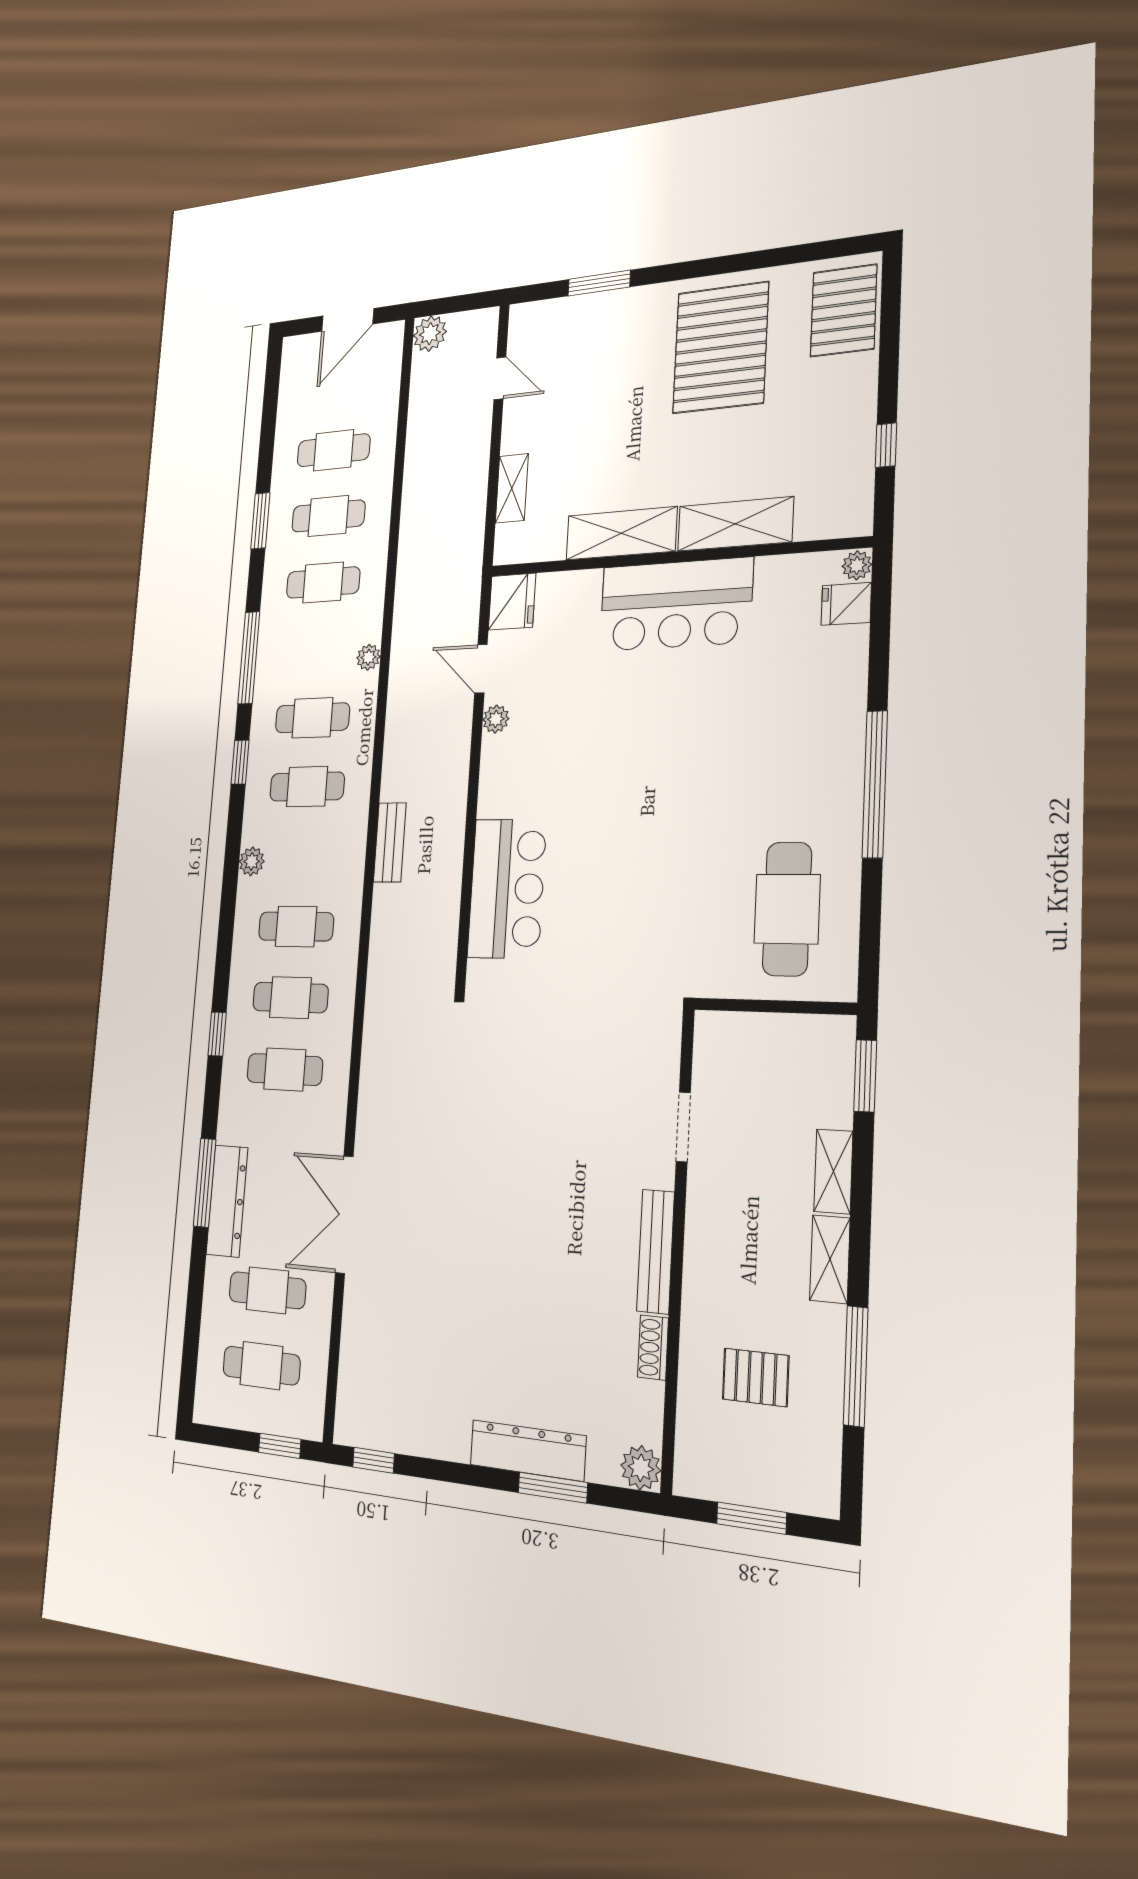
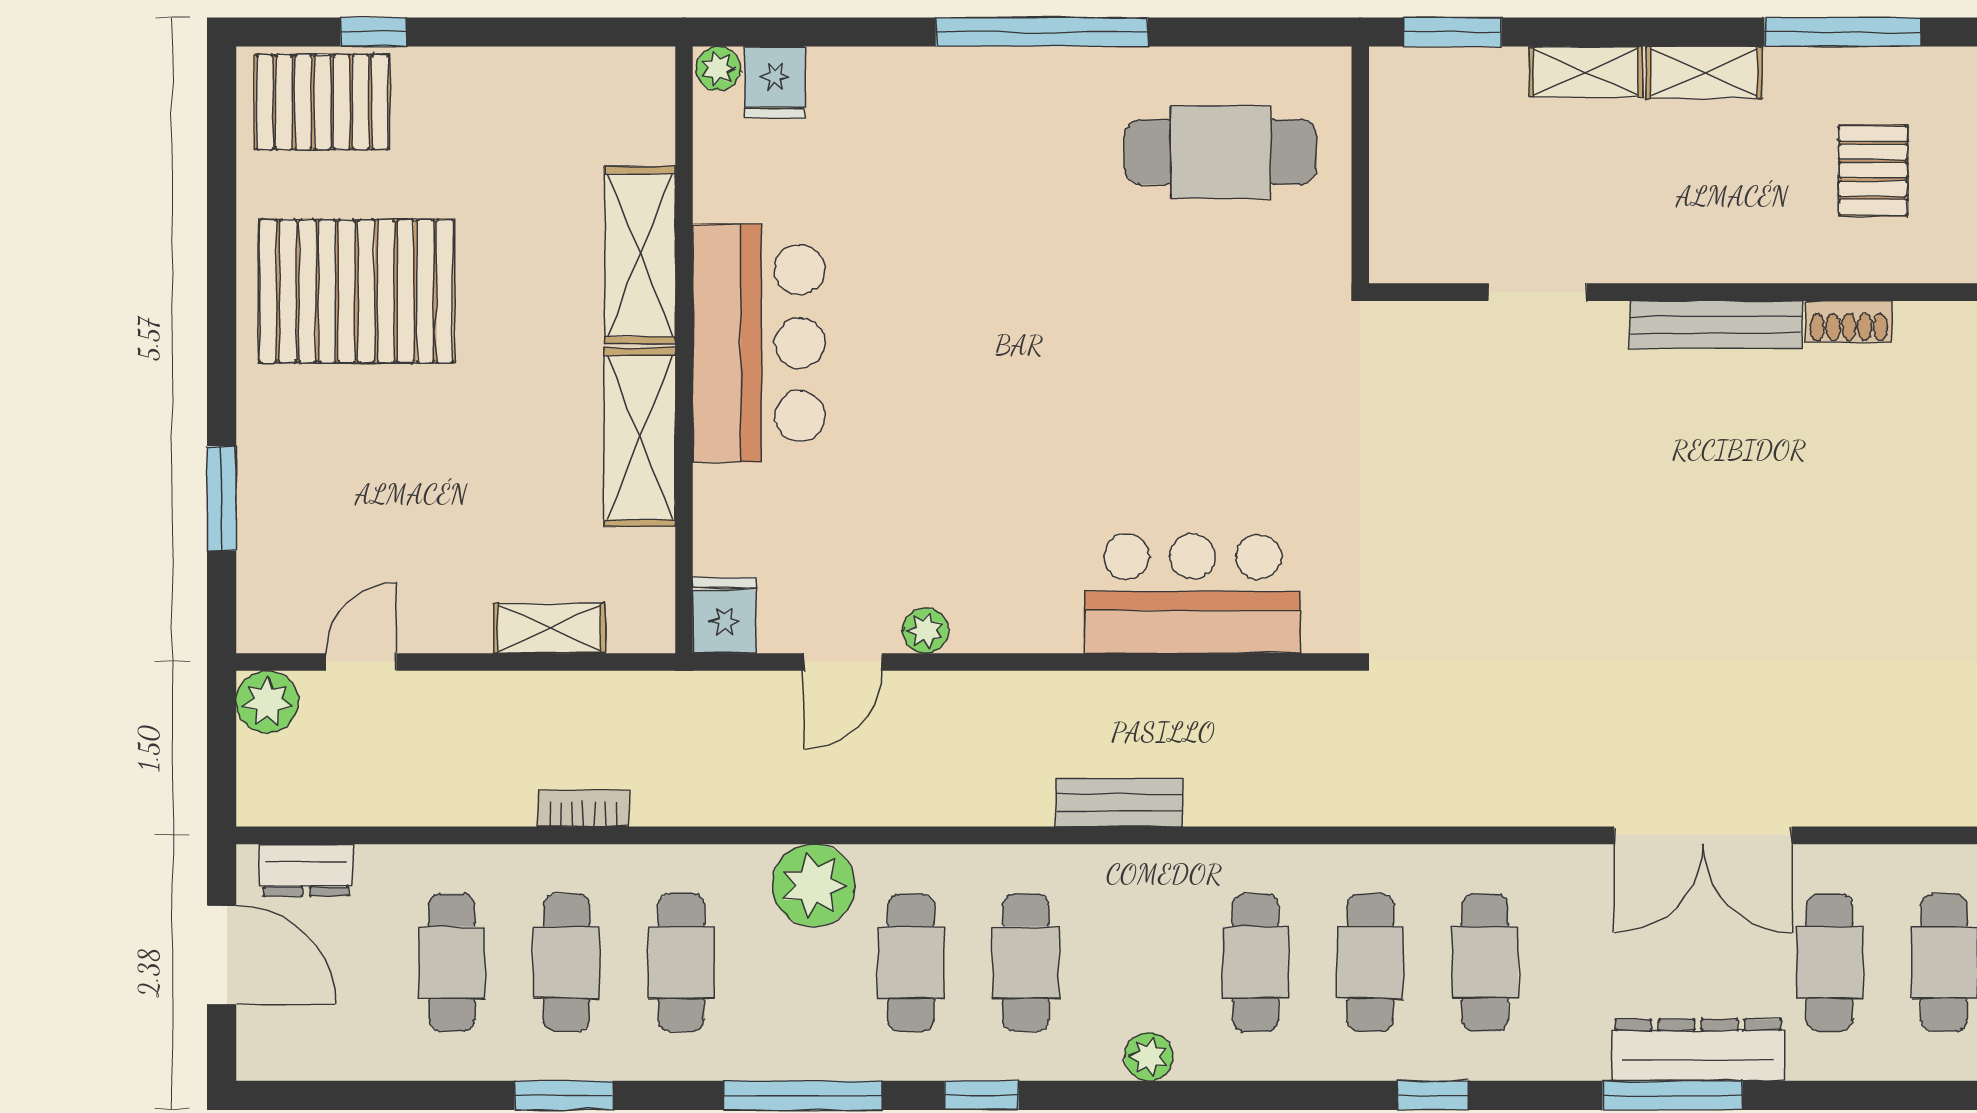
plant: (430, 334) -> (267, 702), moved
dresser: (388, 361) -> (306, 870), added
window: (886, 445) -> (373, 32), moved
bookcase: (410, 518) -> (583, 808), added
fridge: (512, 602) -> (725, 615), width x0.72
plant: (368, 657) -> (814, 885), width x1.88, depth x1.88

